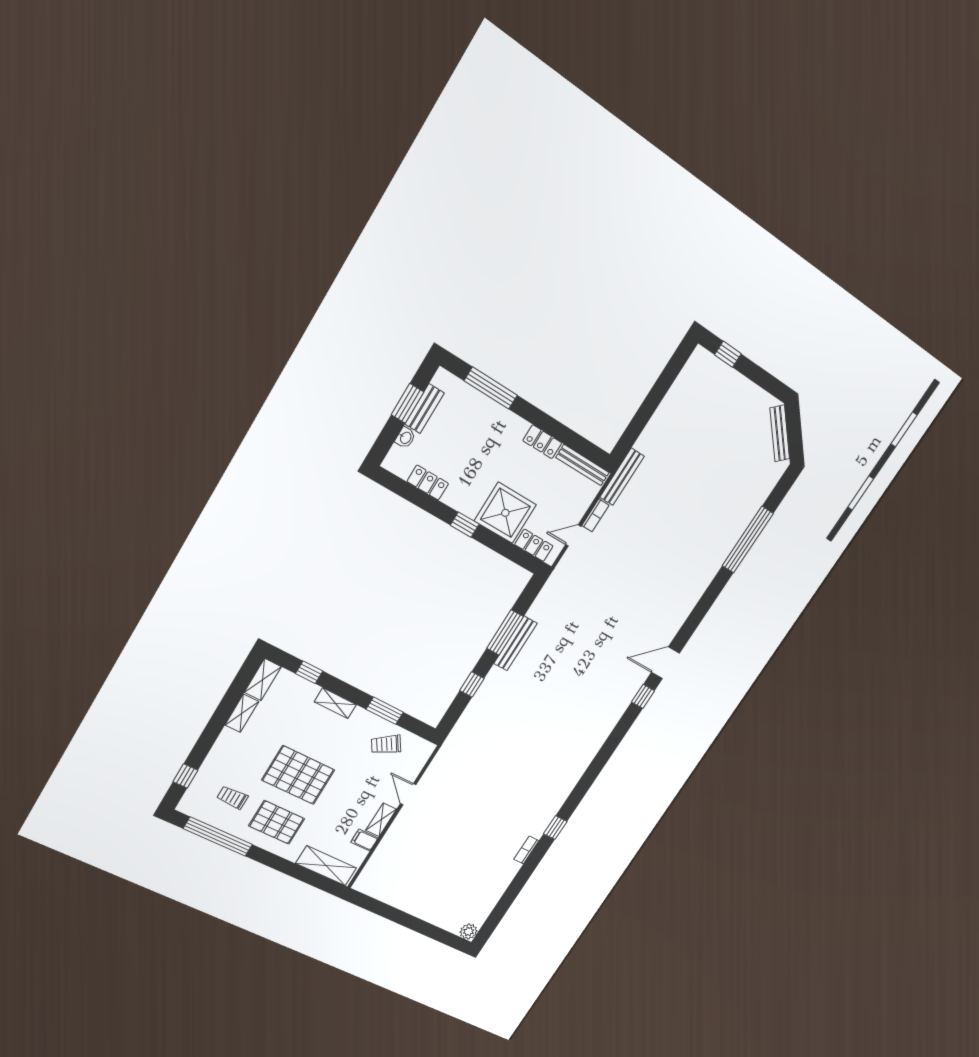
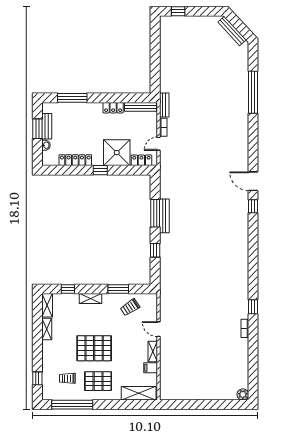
bench: (622, 477) -> (164, 105), width x0.73
locker: (428, 482) -> (75, 160), width x1.53
door: (665, 663) -> (253, 181), hinge flipped

